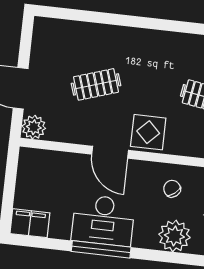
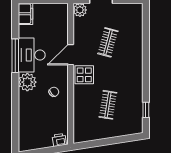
clothes rail: (96, 84) -> (108, 42), turned 33
plant: (174, 236) -> (27, 82), moved

